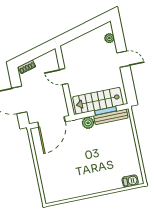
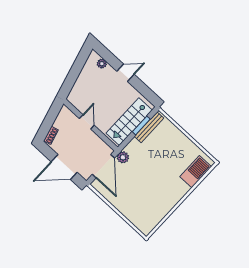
door: (64, 77) -> (87, 122), swing flipped
plant: (88, 123) -> (123, 157), moved
barbecue: (130, 181) -> (196, 172), width x1.88, depth x1.53

